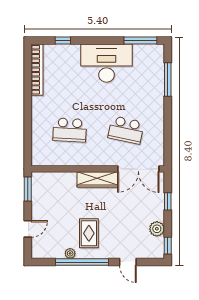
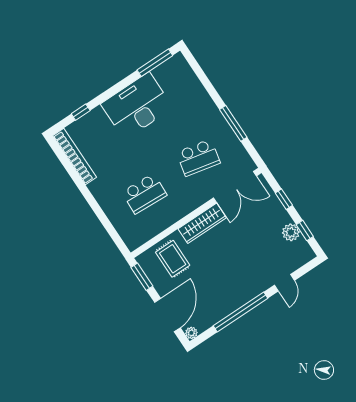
window: (168, 79) -> (233, 123), moved
door: (28, 229) -> (167, 315), width x1.88
rug: (89, 233) -> (173, 259), moved
window: (168, 246) -> (305, 231), moved
plant: (70, 253) -> (191, 333), moved
door: (128, 262) -> (284, 283), hinge flipped

